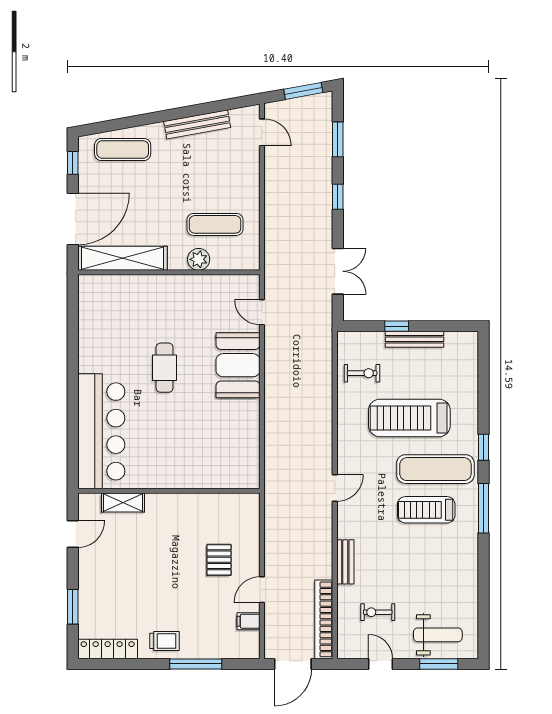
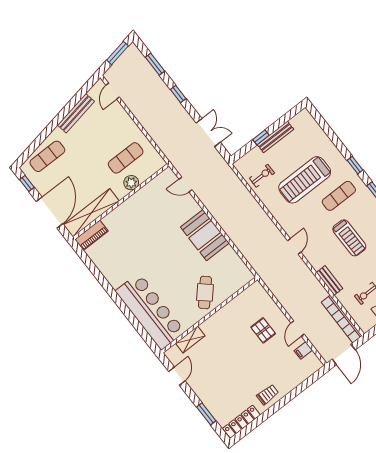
door: (262, 132) -> (113, 91), swing flipped
piano: (102, 285) -> (92, 235), added
booth: (238, 365) -> (205, 235), moved
cafe table: (165, 368) -> (205, 292), moved, turned 42
exercise mat: (435, 469) -> (339, 196), width x0.73, depth x0.69
treadmill: (426, 510) -> (349, 238), moved, turned -90
window: (196, 664) -> (293, 394), removed

